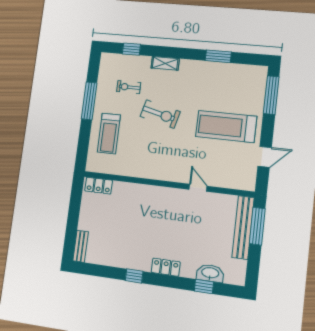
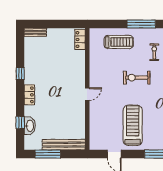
exercise bike: (160, 114) -> (137, 78), turned 76
treadmill: (109, 134) -> (119, 42), turned 180
door: (198, 188) -> (87, 94), moved
window: (257, 226) -> (48, 154), moved

